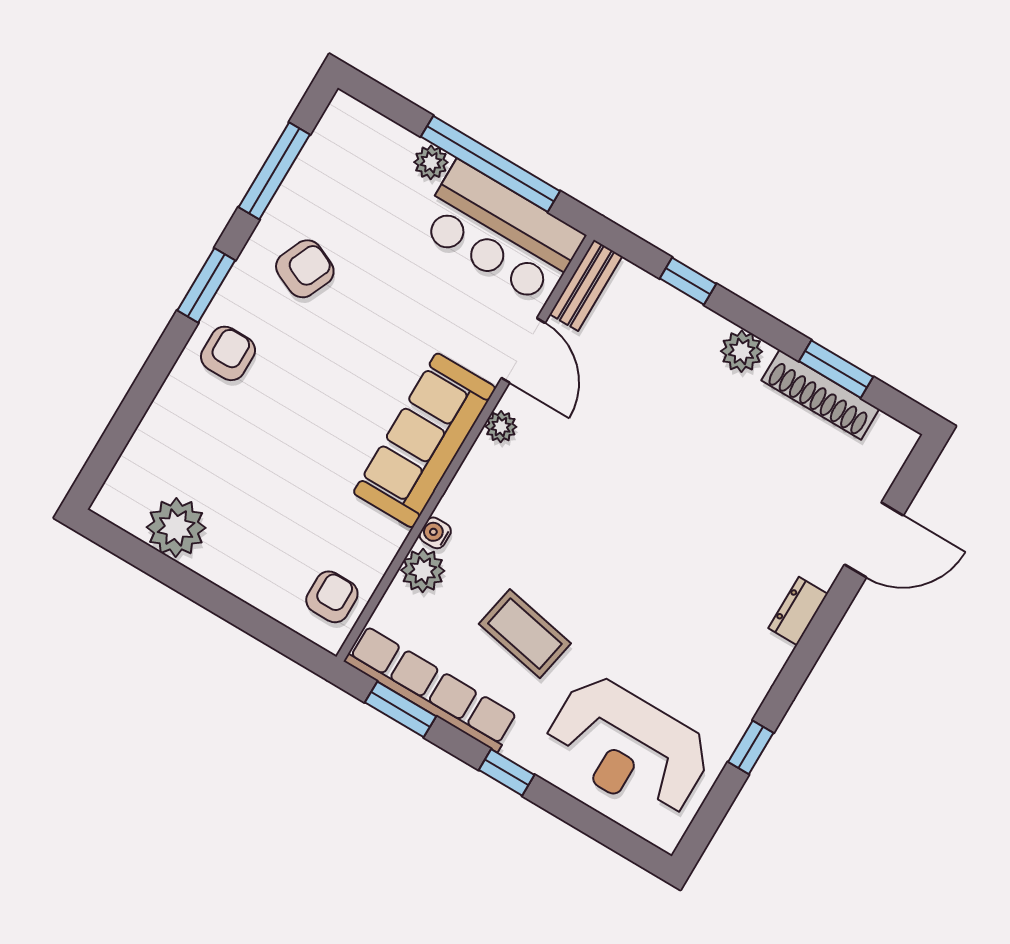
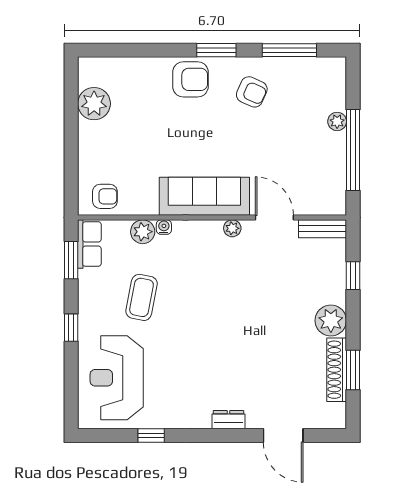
bar counter: (501, 233) -> (323, 174), removed
door: (523, 350) -> (274, 218), swing flipped
plant: (742, 351) -> (331, 321), width x1.36, depth x1.36
armchair: (228, 353) -> (190, 79), width x1.38, depth x1.38
row of seats: (431, 689) -> (89, 244), width x0.50

